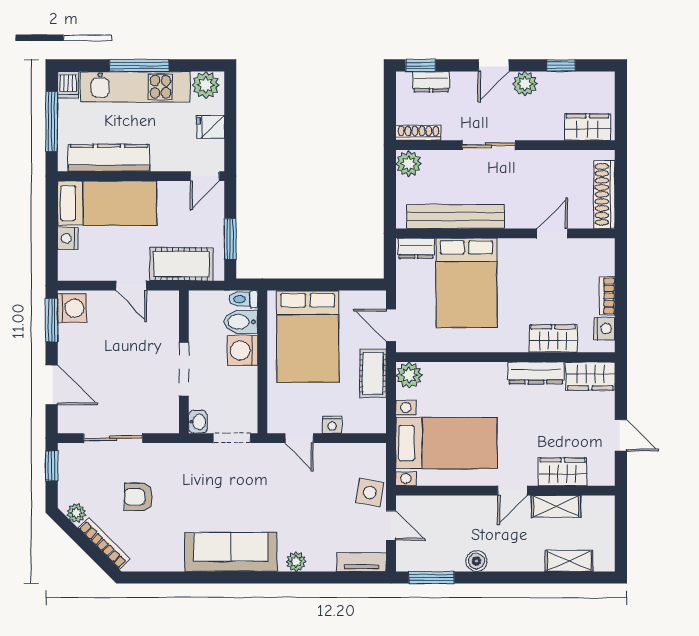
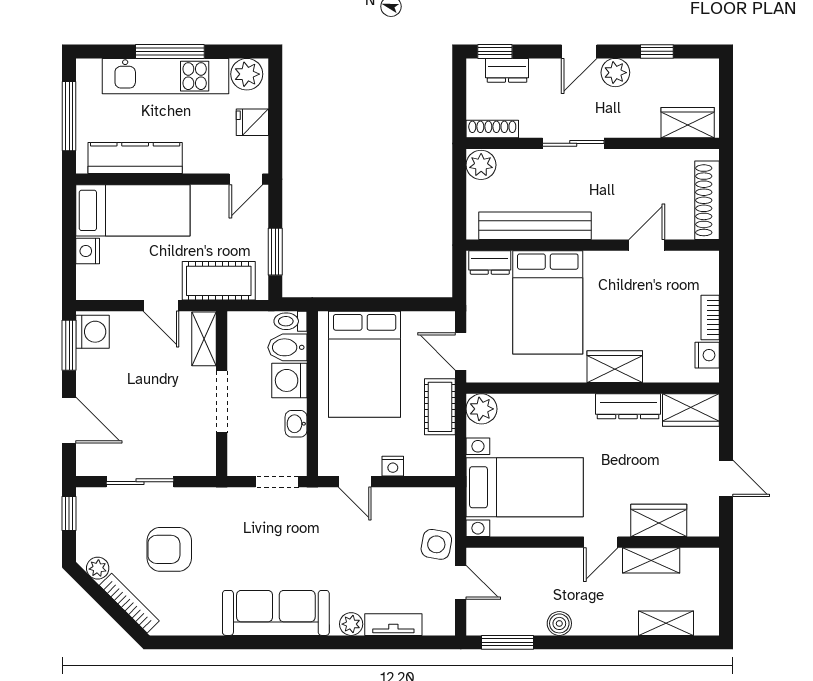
dishwasher: (68, 85) -> (88, 74), removed
shelving: (169, 314) -> (204, 339), added
wardrobe: (553, 339) -> (615, 367), moved
washbasin: (198, 422) -> (296, 424), moved, turned 180
armchair: (138, 497) -> (169, 549), width x1.38, depth x1.38
tv unit: (362, 562) -> (393, 625), moved

